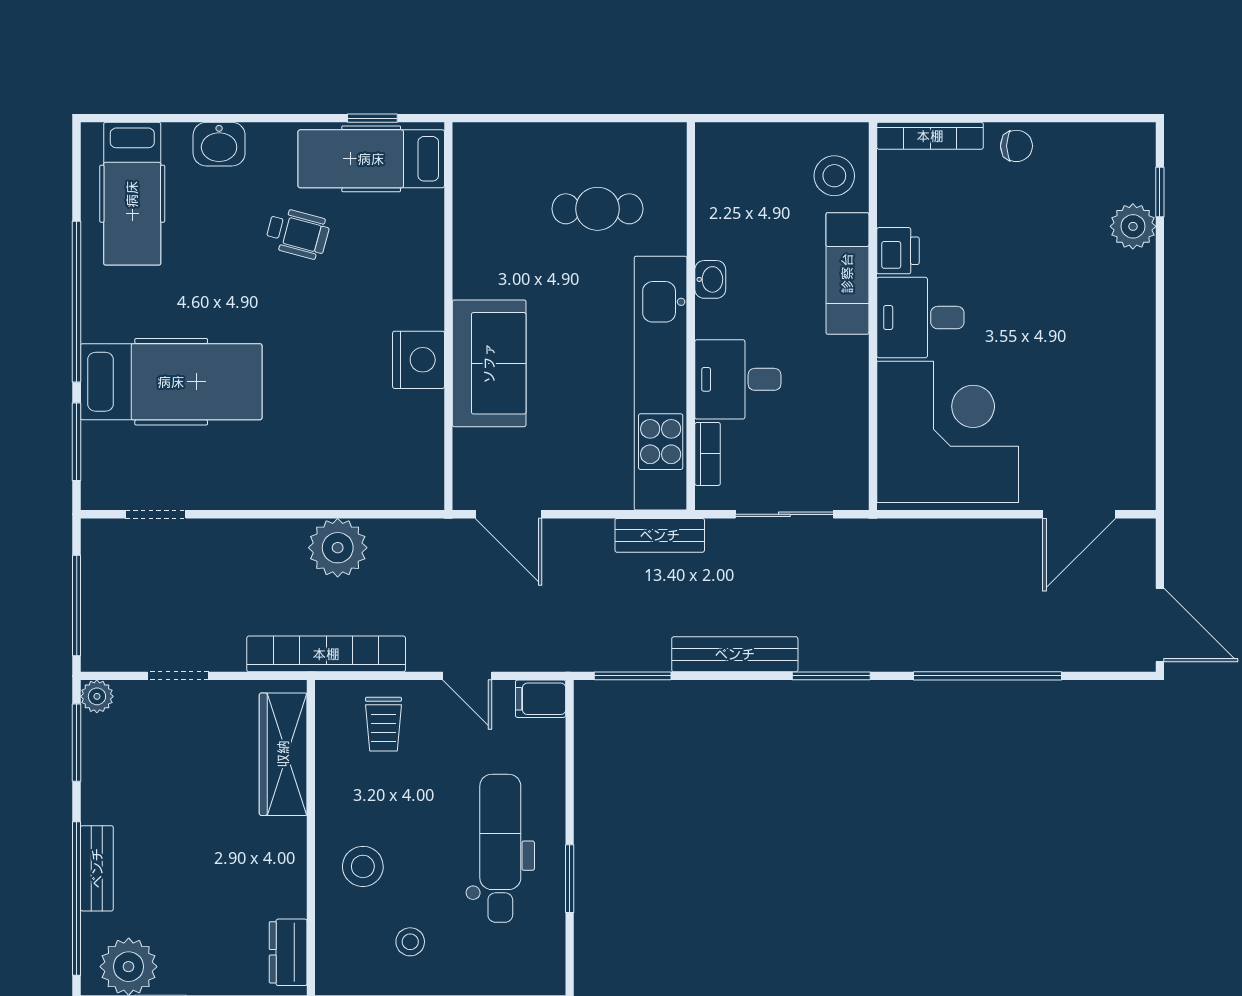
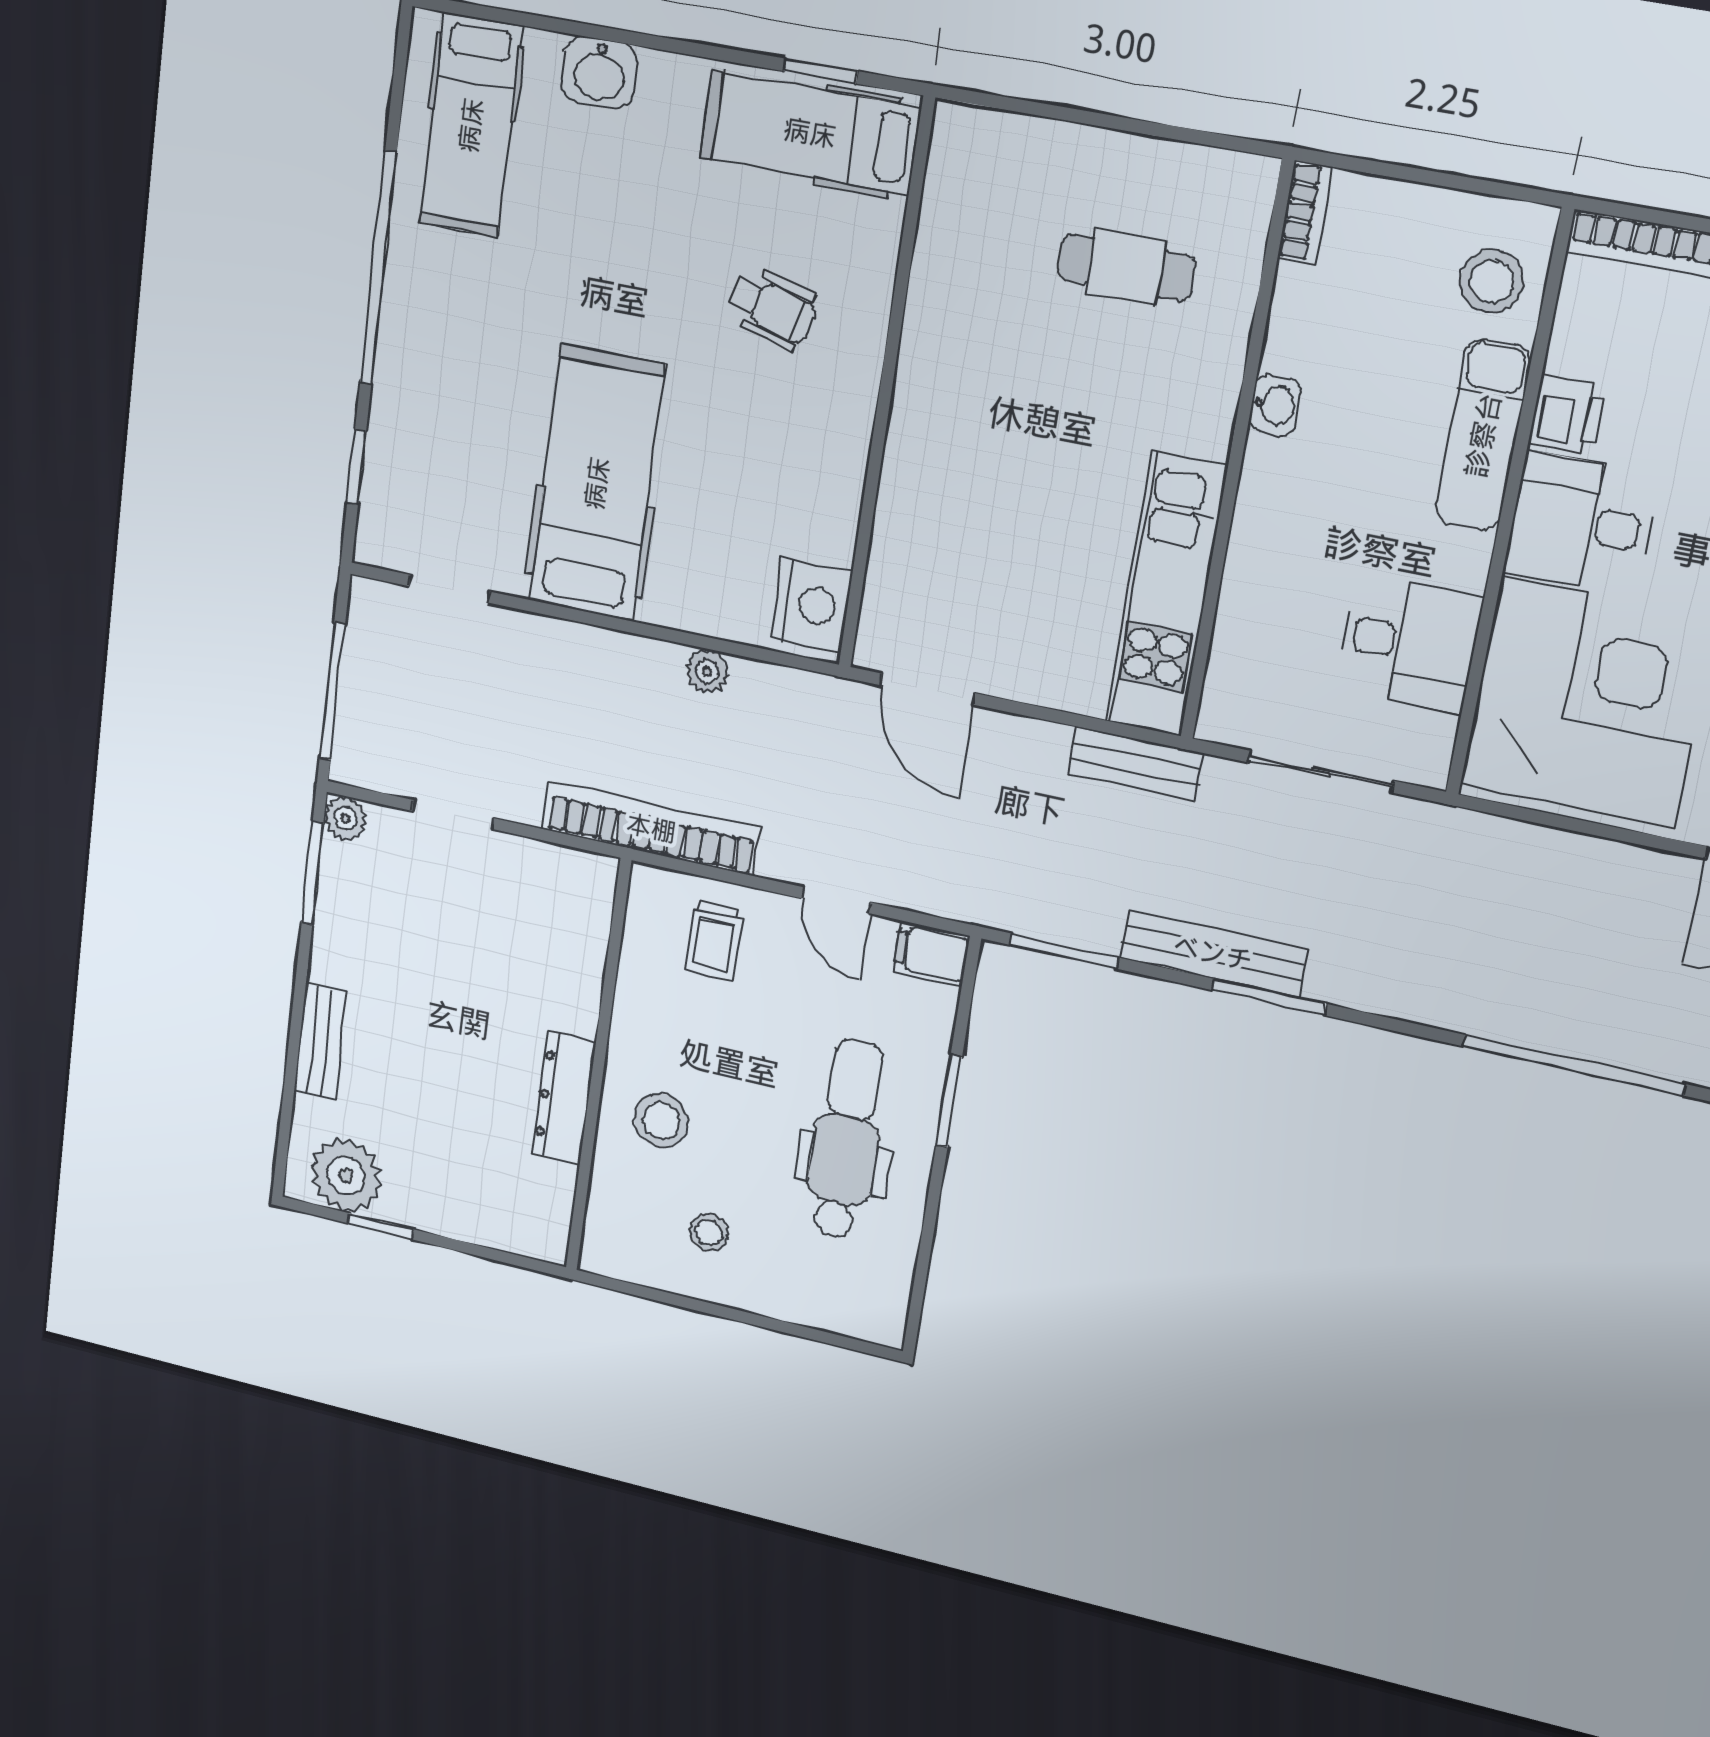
wheelchair: (298, 233) -> (772, 308), moved
nightstand: (419, 360) -> (811, 605), moved
sofa: (489, 363) -> (933, 467), removed
desk: (738, 379) -> (1409, 643), moved, turned 180
hospital bed: (171, 382) -> (597, 483), moved, turned -90
kitchen unit: (661, 383) -> (1166, 594), width x0.73
window: (77, 442) -> (357, 467), width x0.67
bookcase: (708, 454) -> (1305, 213), moved
plant: (338, 548) -> (707, 671), width x0.53, depth x0.53
window: (831, 676) -> (1270, 997), moved
wardrobe: (283, 754) -> (576, 949), removed
window: (570, 879) -> (949, 1101), moved
window: (77, 898) -> (291, 1074), removed
dresser: (288, 952) -> (564, 1098), moved, width x1.44

